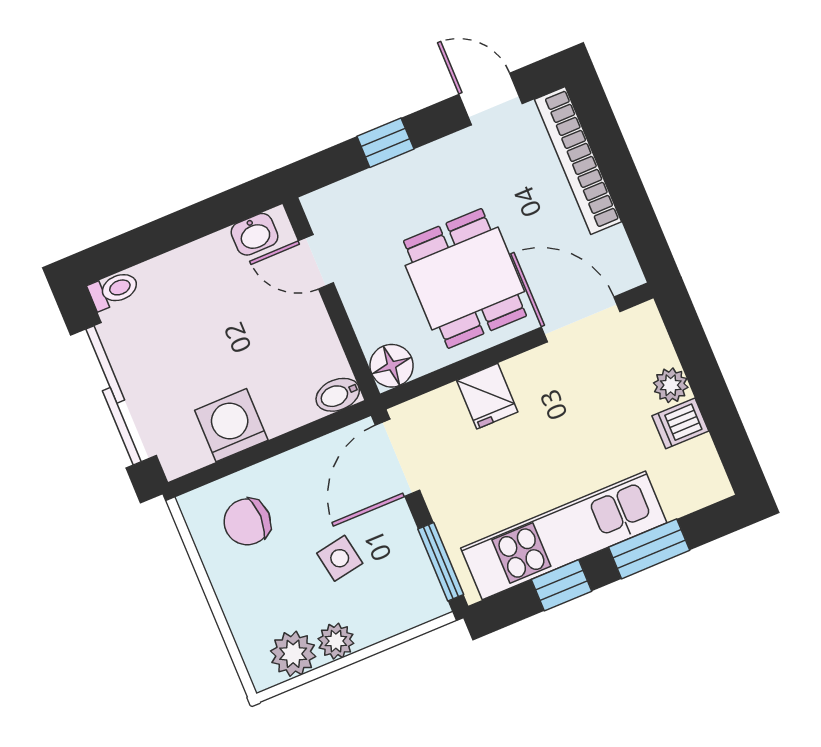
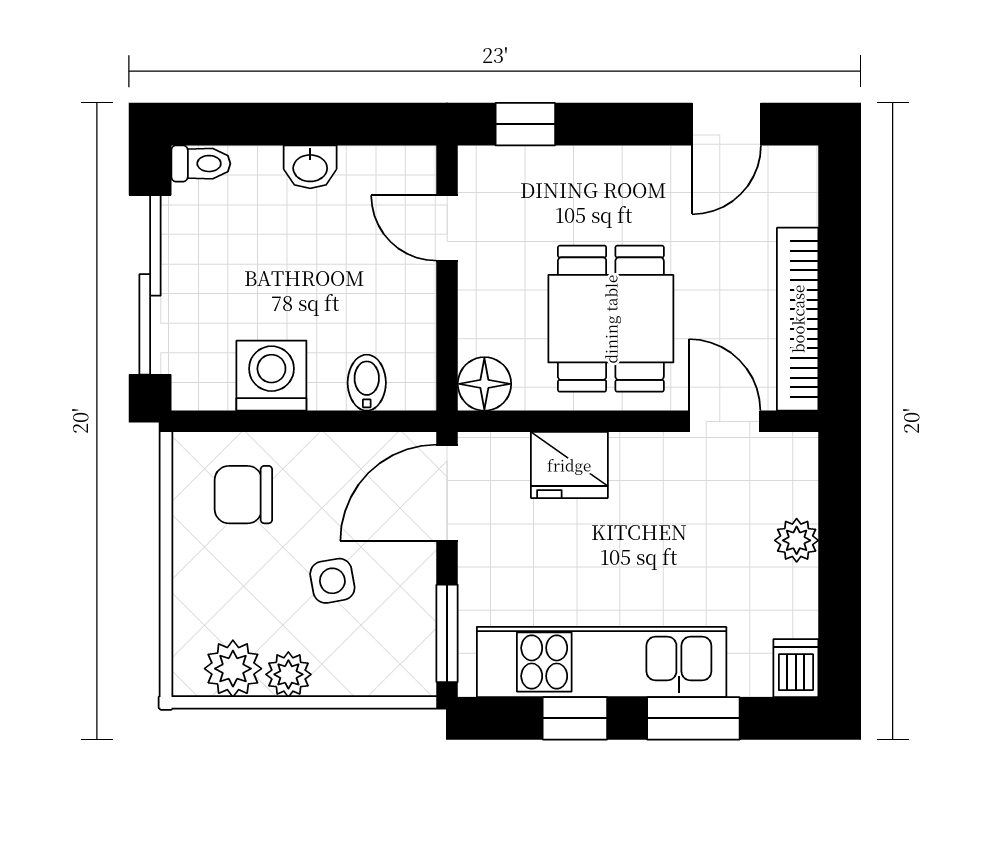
door: (491, 99) -> (726, 124), swing flipped
window: (385, 143) -> (525, 124), moved
bookcase: (578, 160) -> (798, 319), moved
washbasin: (255, 234) -> (310, 167), moved
door: (581, 319) -> (725, 421), width x0.73
bidet: (338, 395) -> (367, 383), moved, turned 90
fridge: (487, 396) -> (569, 465), width x1.38
dishwasher: (680, 423) -> (796, 668), moved, turned 90

